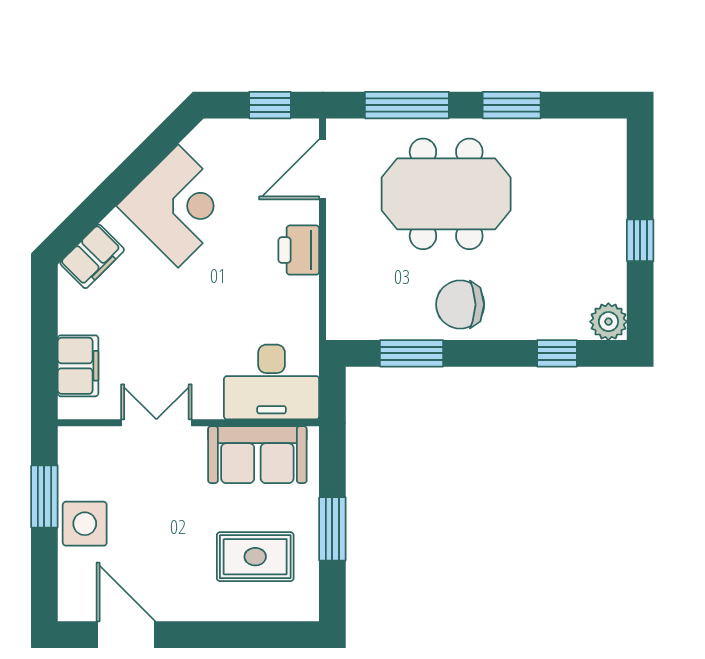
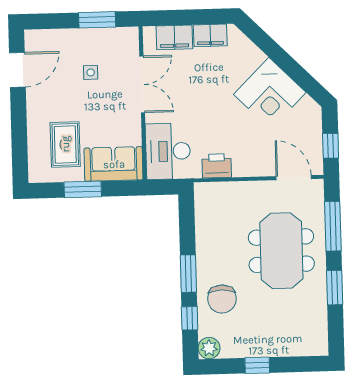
printer: (299, 250) -> (217, 166), moved
filing cabinet: (92, 256) -> (210, 35), moved, turned -45
chair: (460, 305) -> (222, 299), moved, turned 180
window: (412, 353) -> (188, 274), moved
double door: (156, 423) -> (142, 84), width x1.37
sofa: (257, 455) -> (114, 164), moved, turned 90
side table: (85, 524) -> (91, 72), moved, width x0.54, depth x0.54

